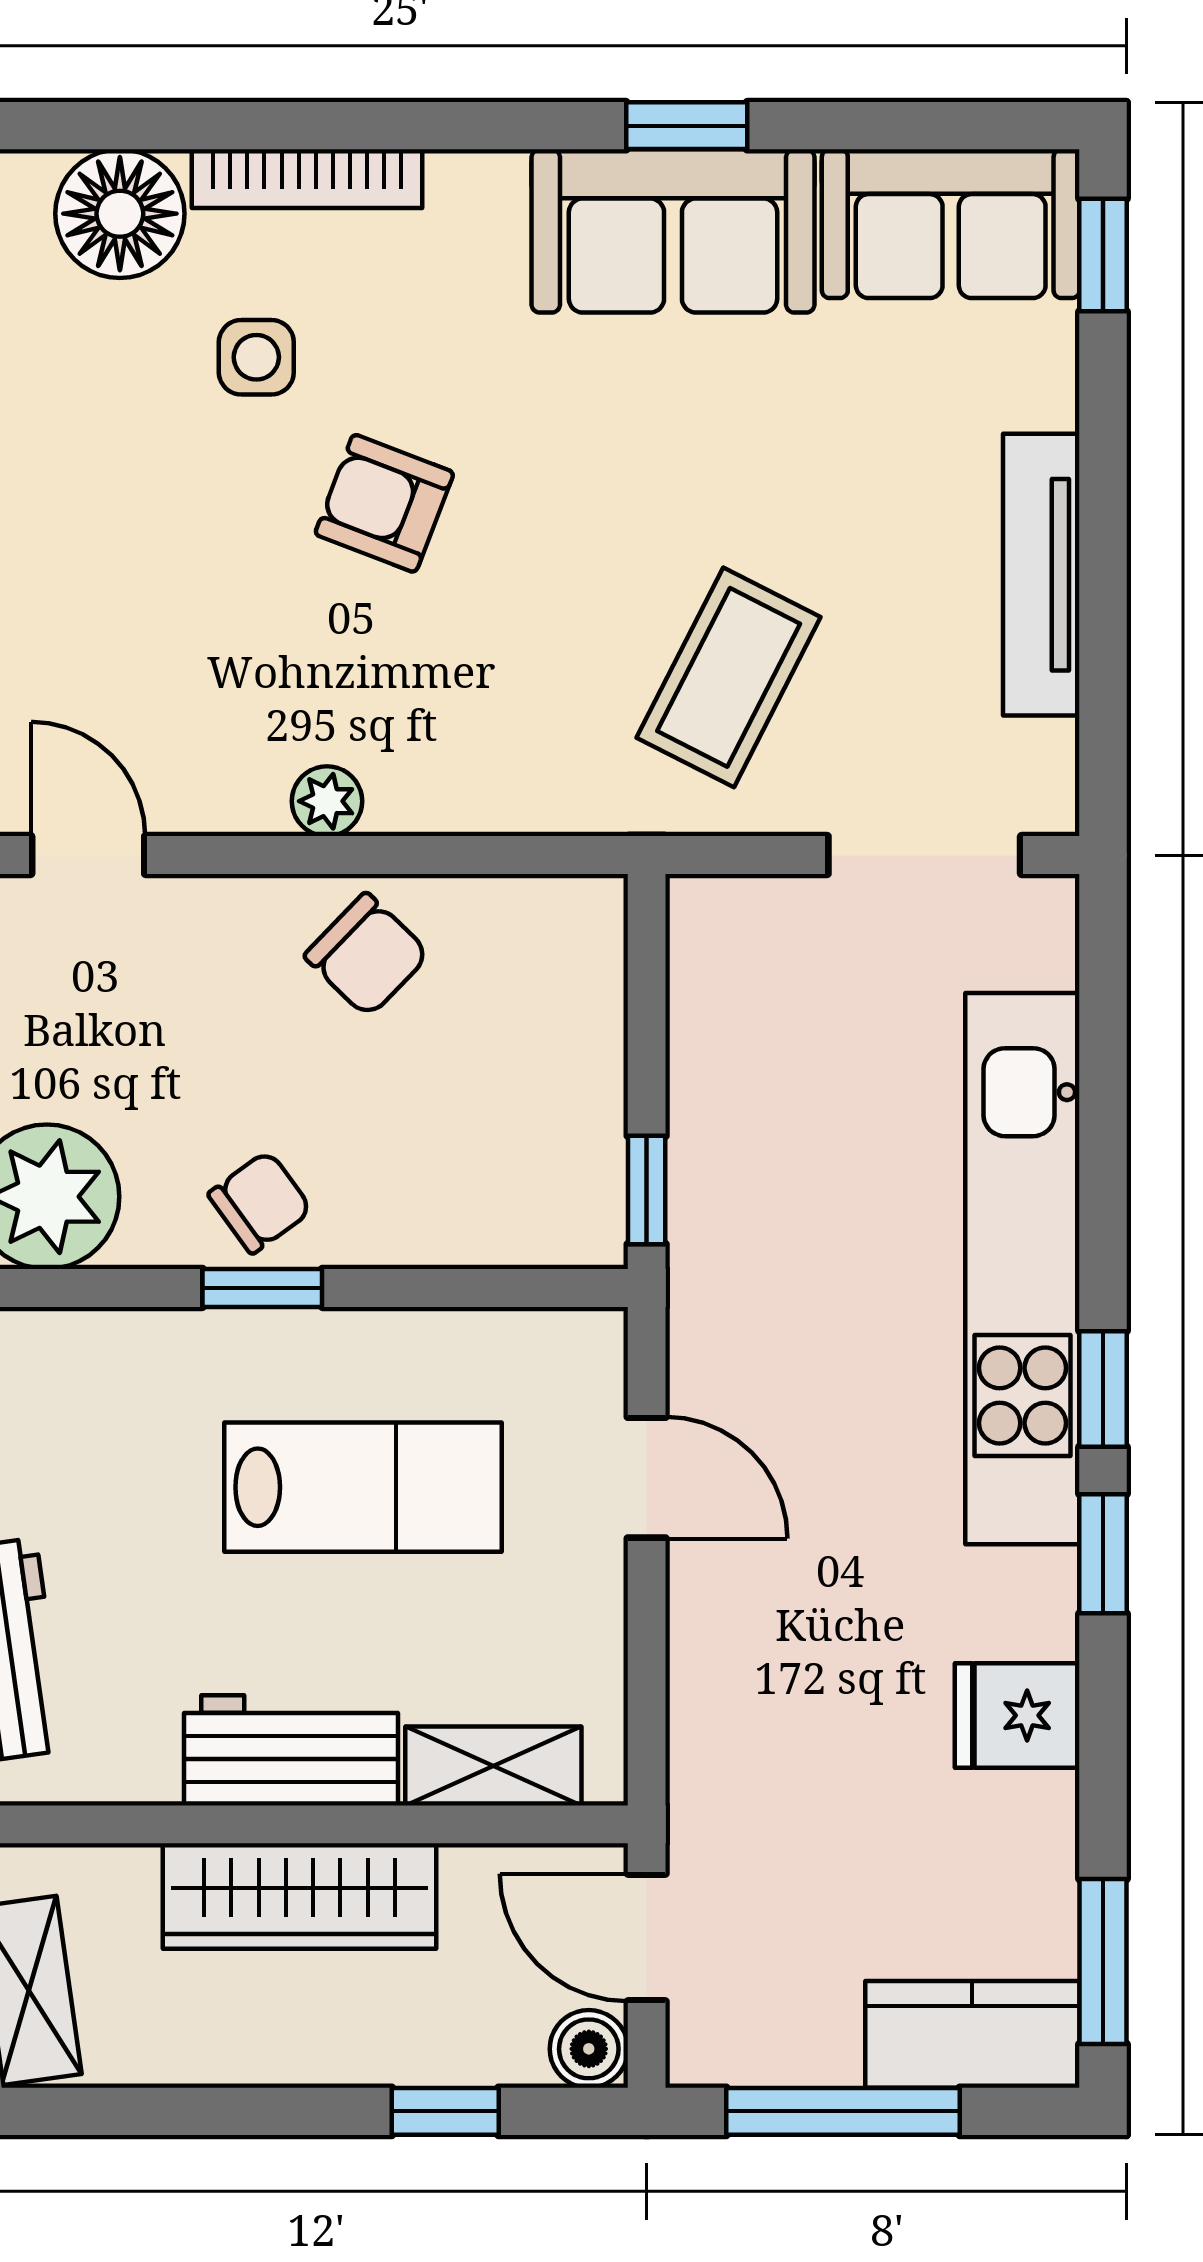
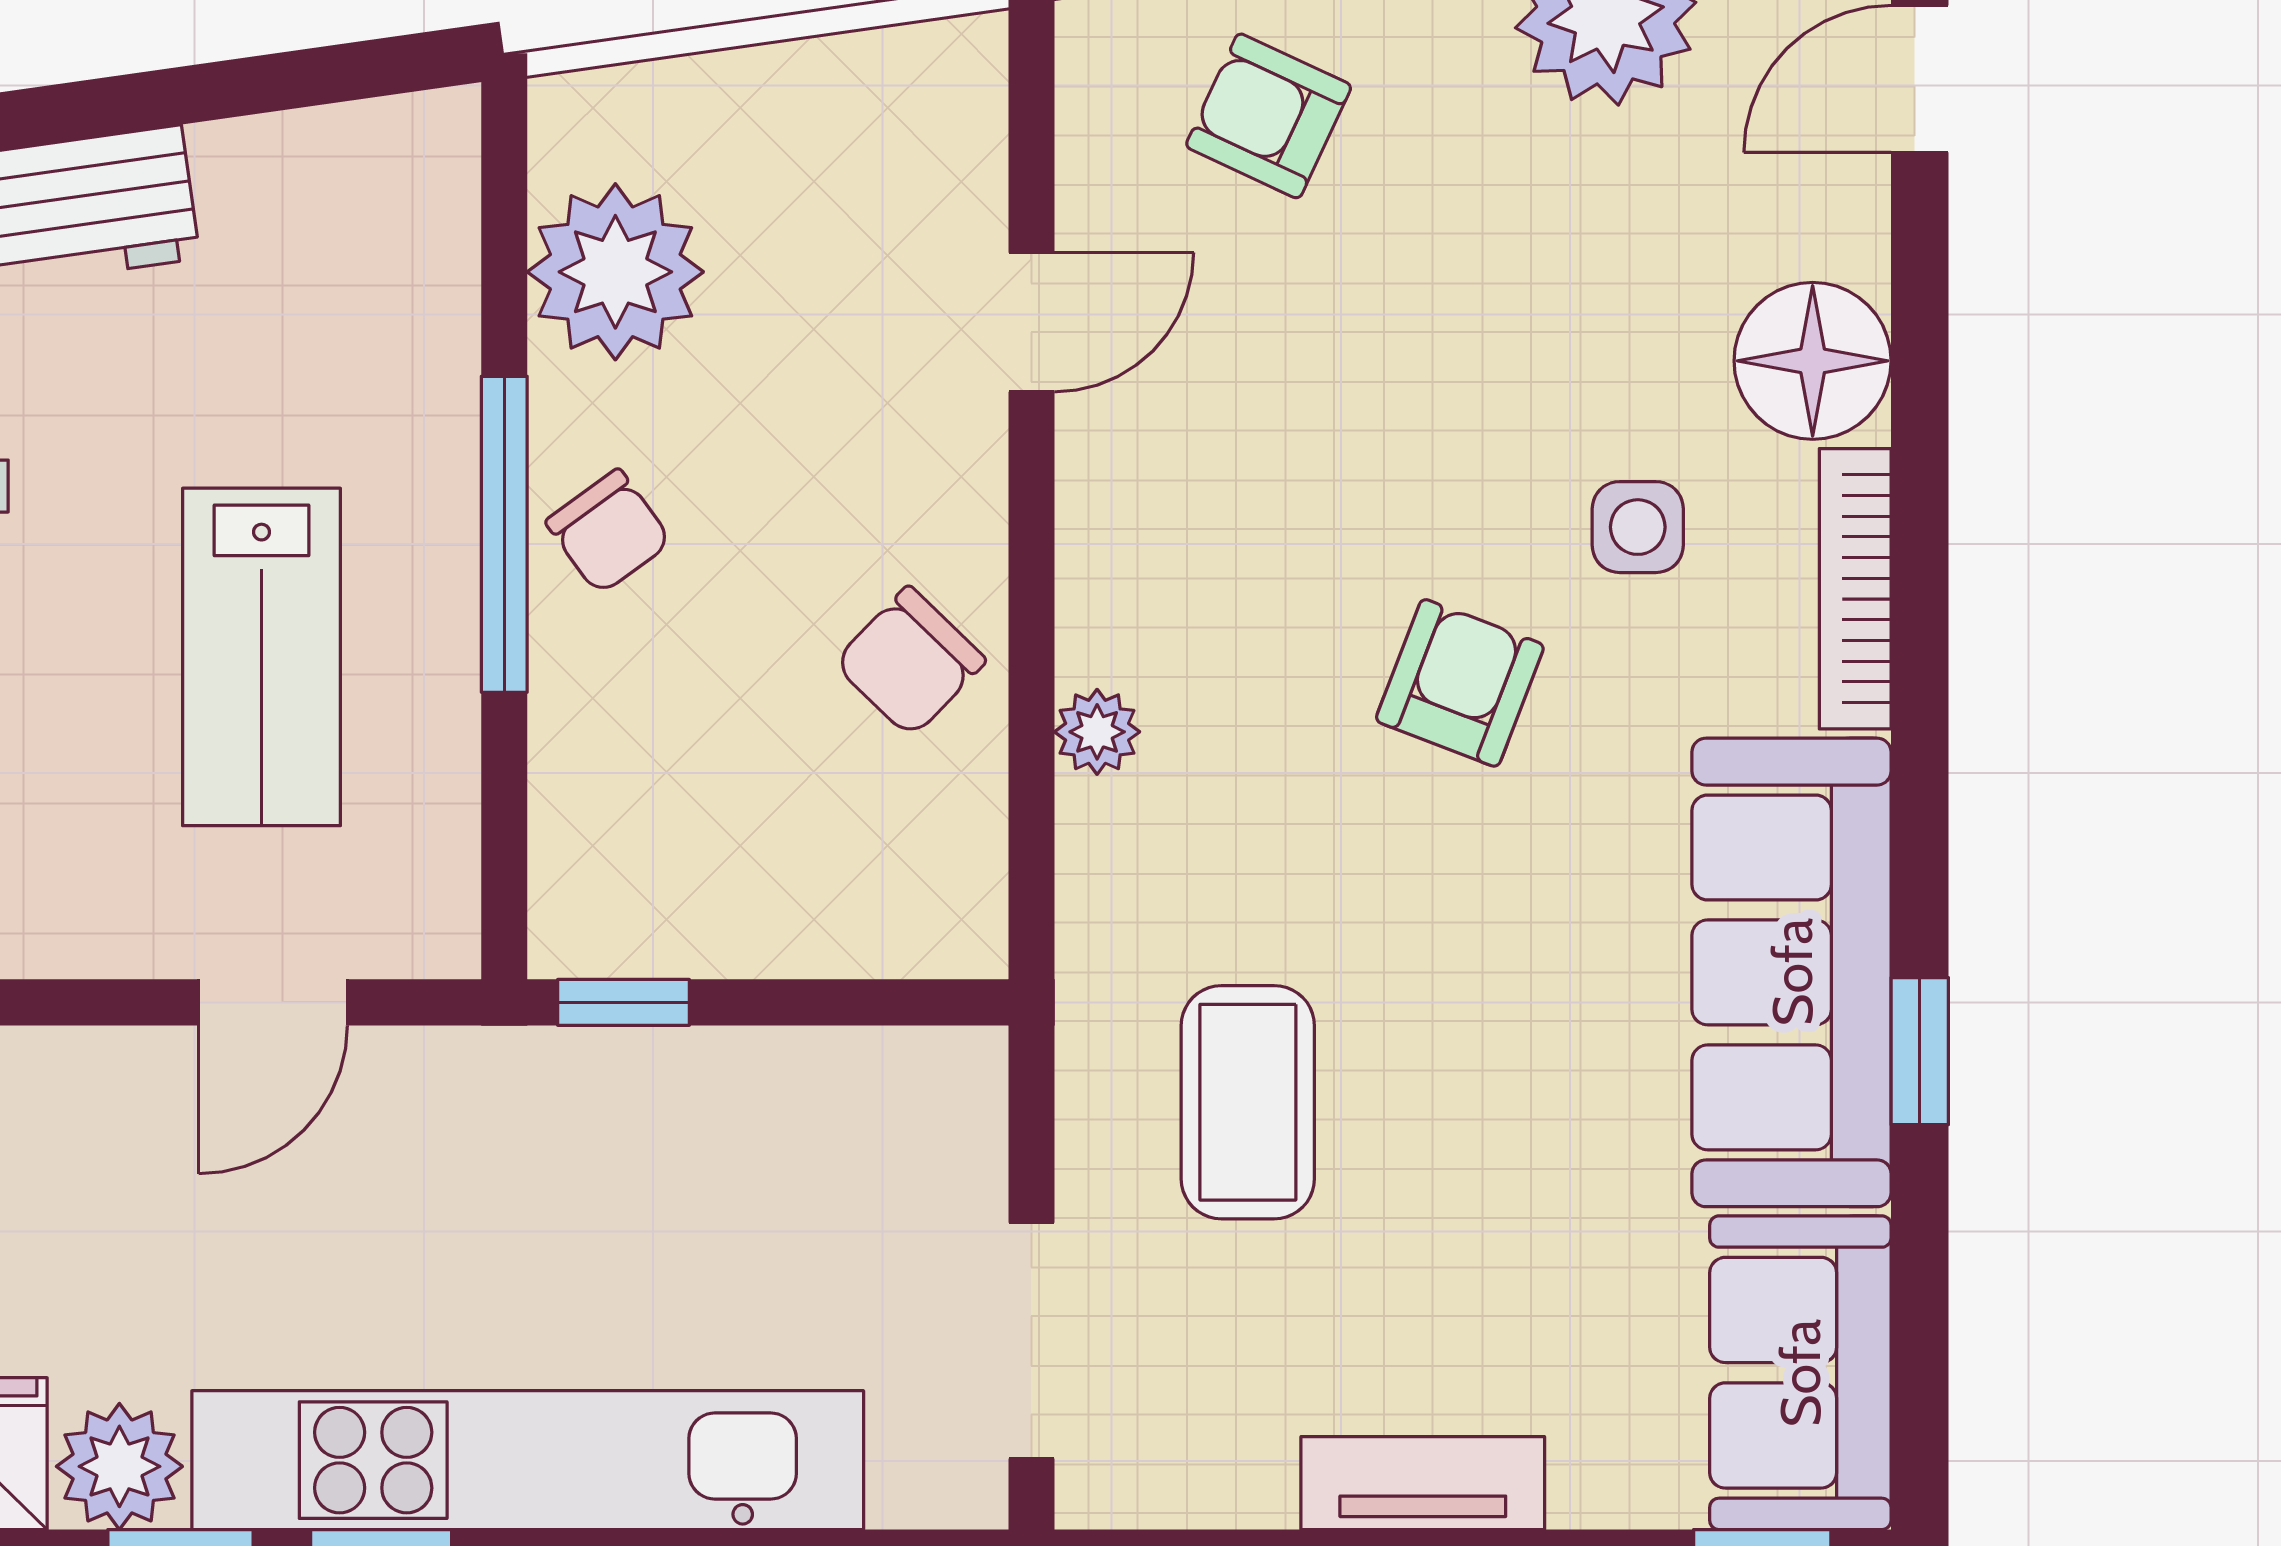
sofa: (673, 231) -> (1792, 972), width x1.36
tv unit: (1041, 575) -> (1423, 1483), width x0.71
coffee table: (729, 677) -> (1248, 1102), turned 63
plant: (327, 801) -> (1097, 732), moved
window: (262, 1288) -> (504, 534), width x2.17
plant: (1028, 1604) -> (119, 1466), added

